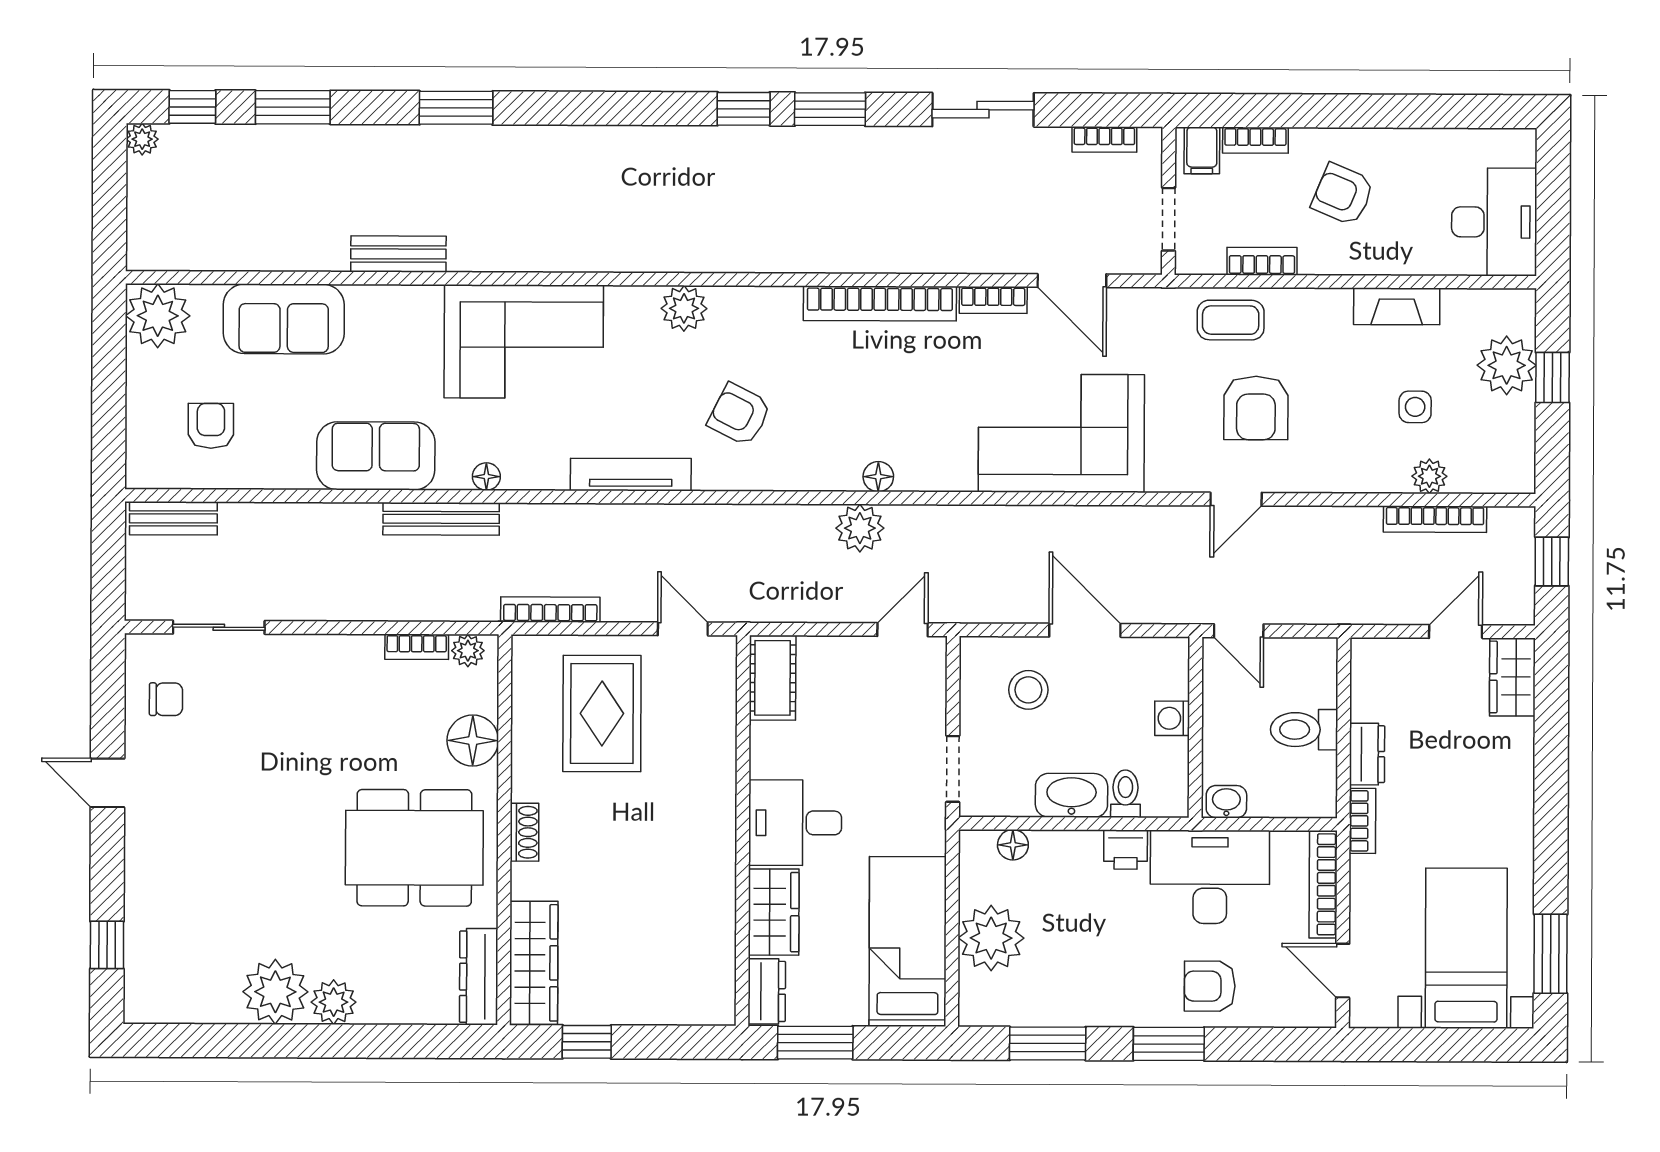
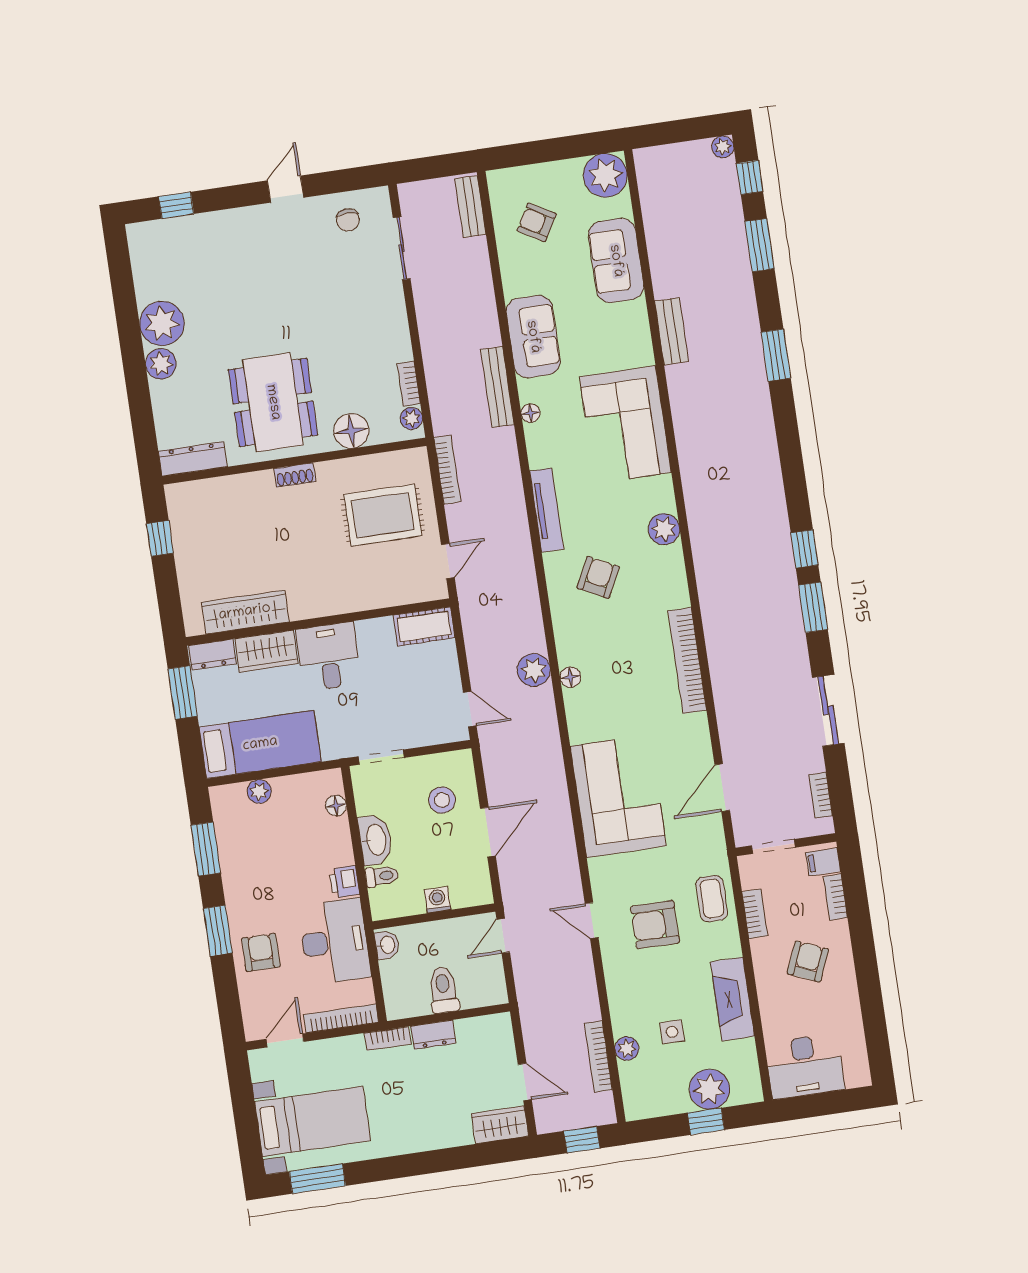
bookcase: (993, 300) -> (701, 737), removed
fireplace: (1397, 306) -> (732, 999), width x1.37, depth x1.32
armchair: (211, 426) -> (537, 222), turned -150
plant: (991, 938) -> (259, 791), width x0.53, depth x0.53
wardrobe: (534, 963) -> (245, 612), moved, turned 180

